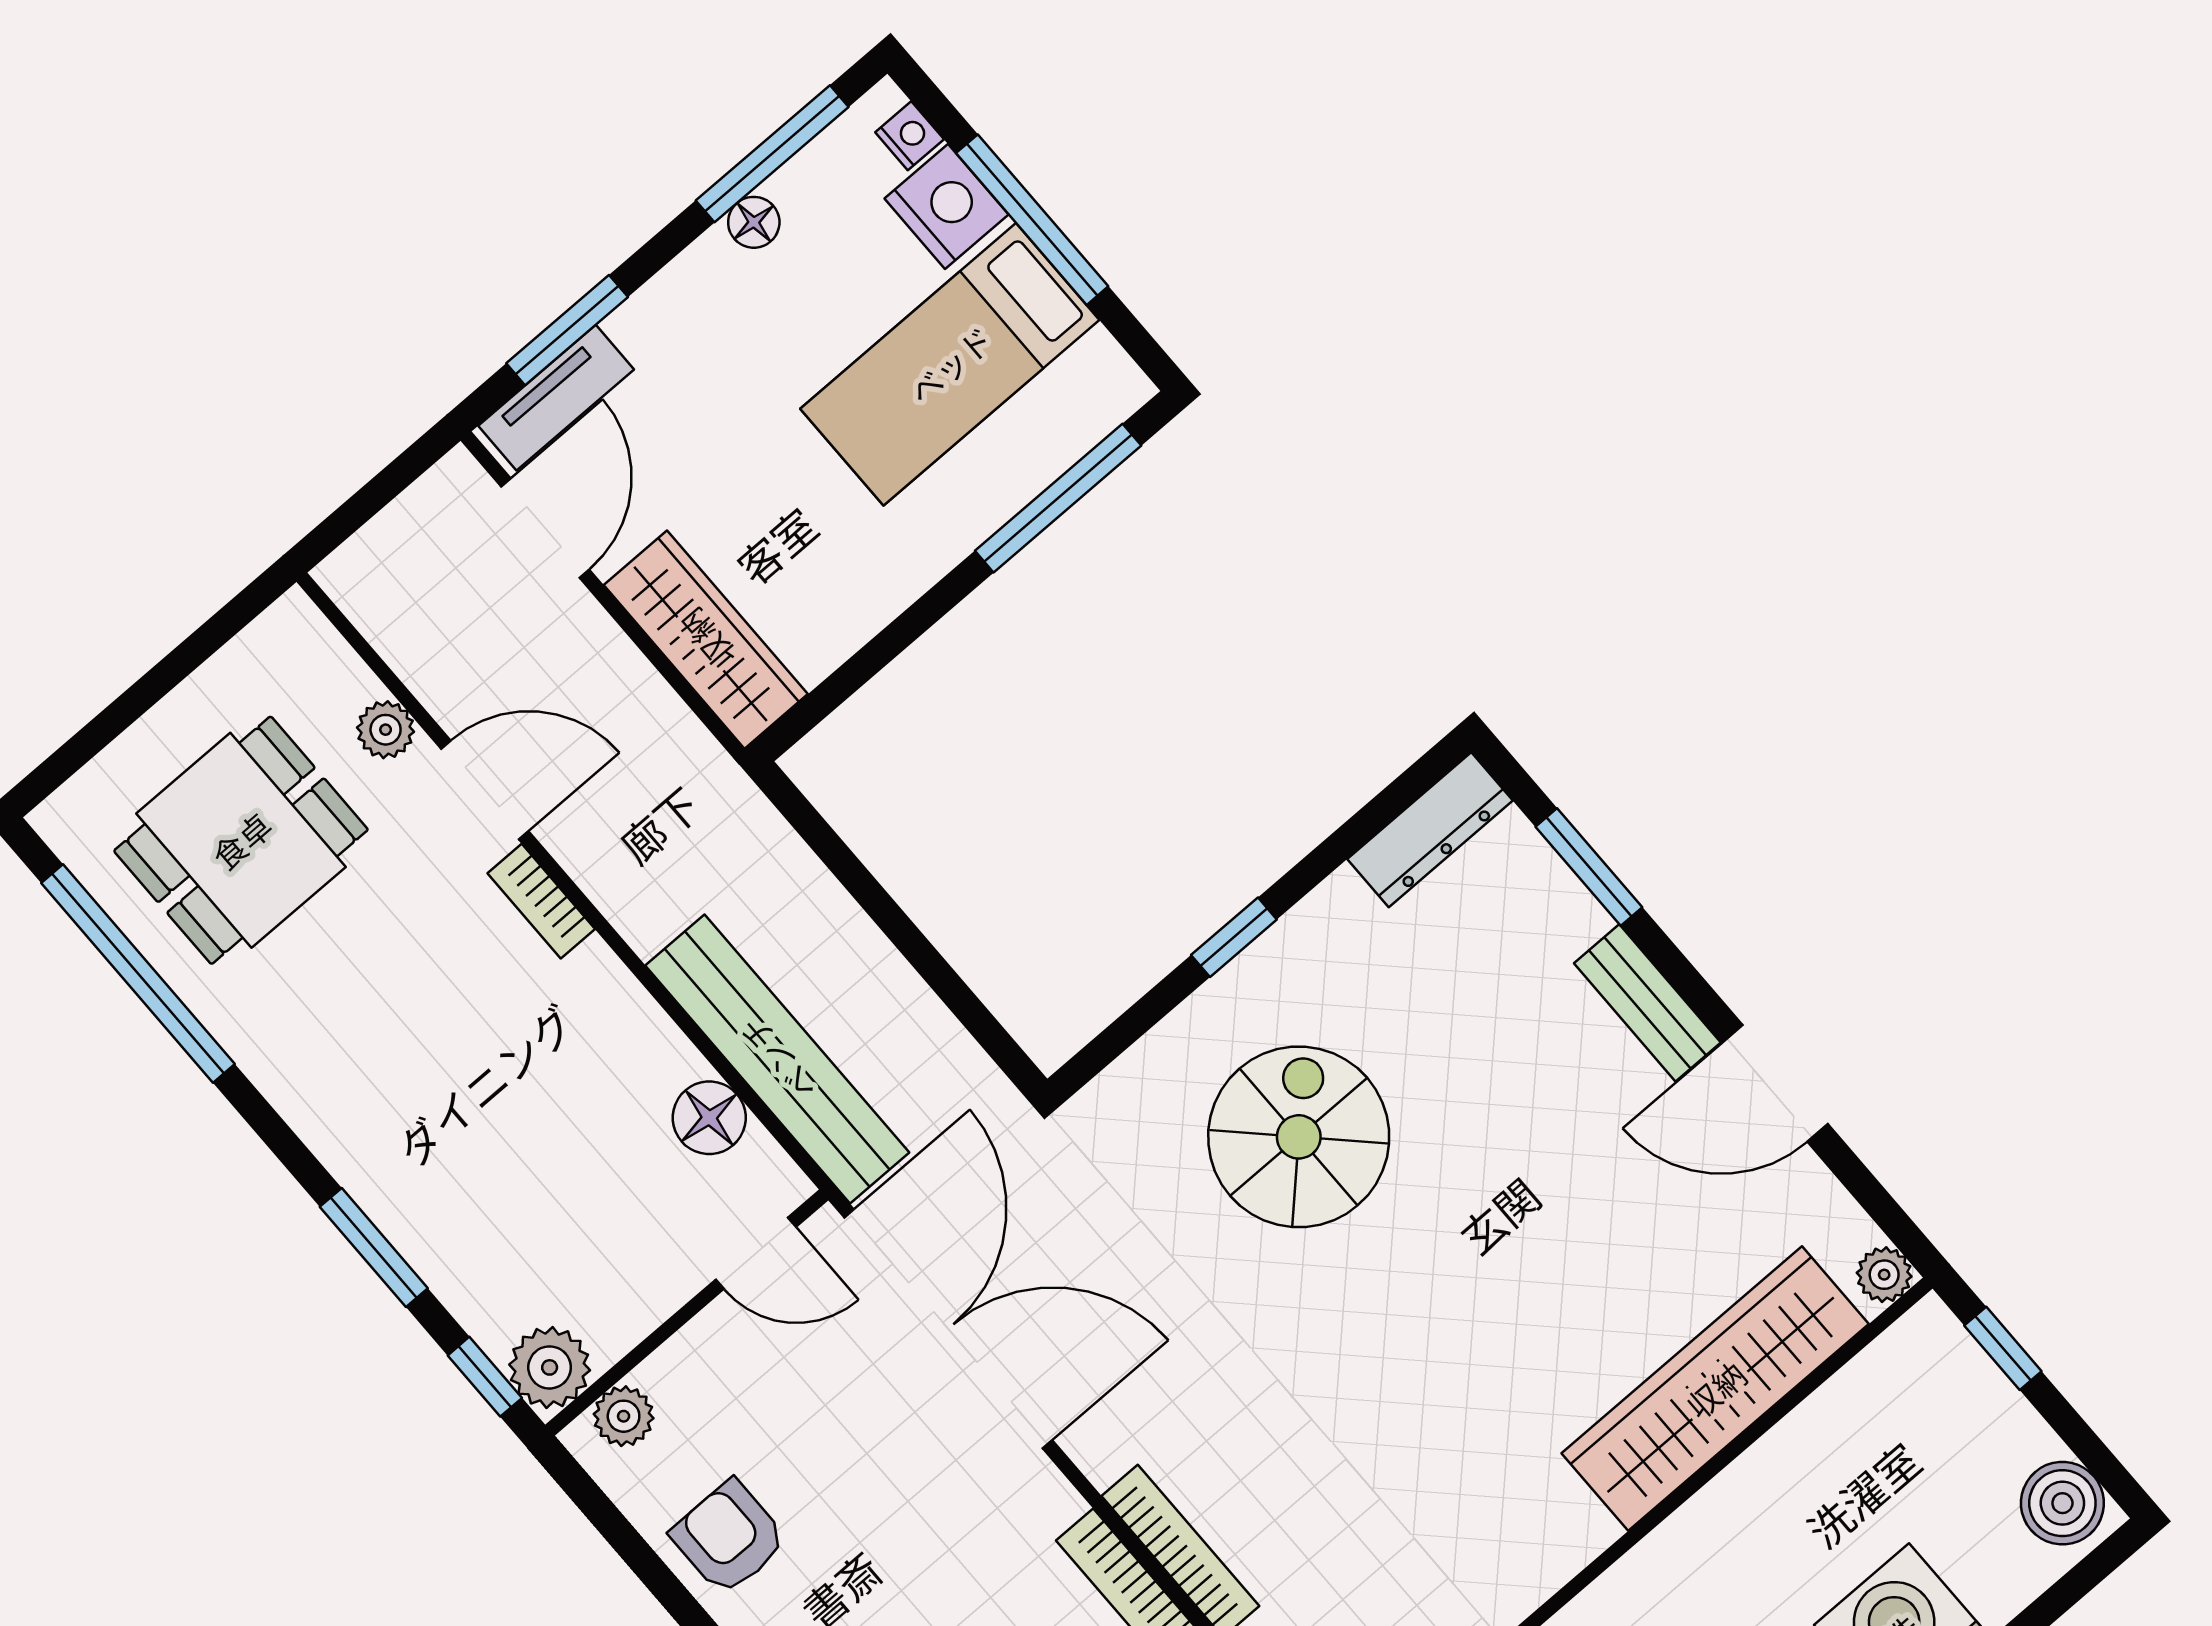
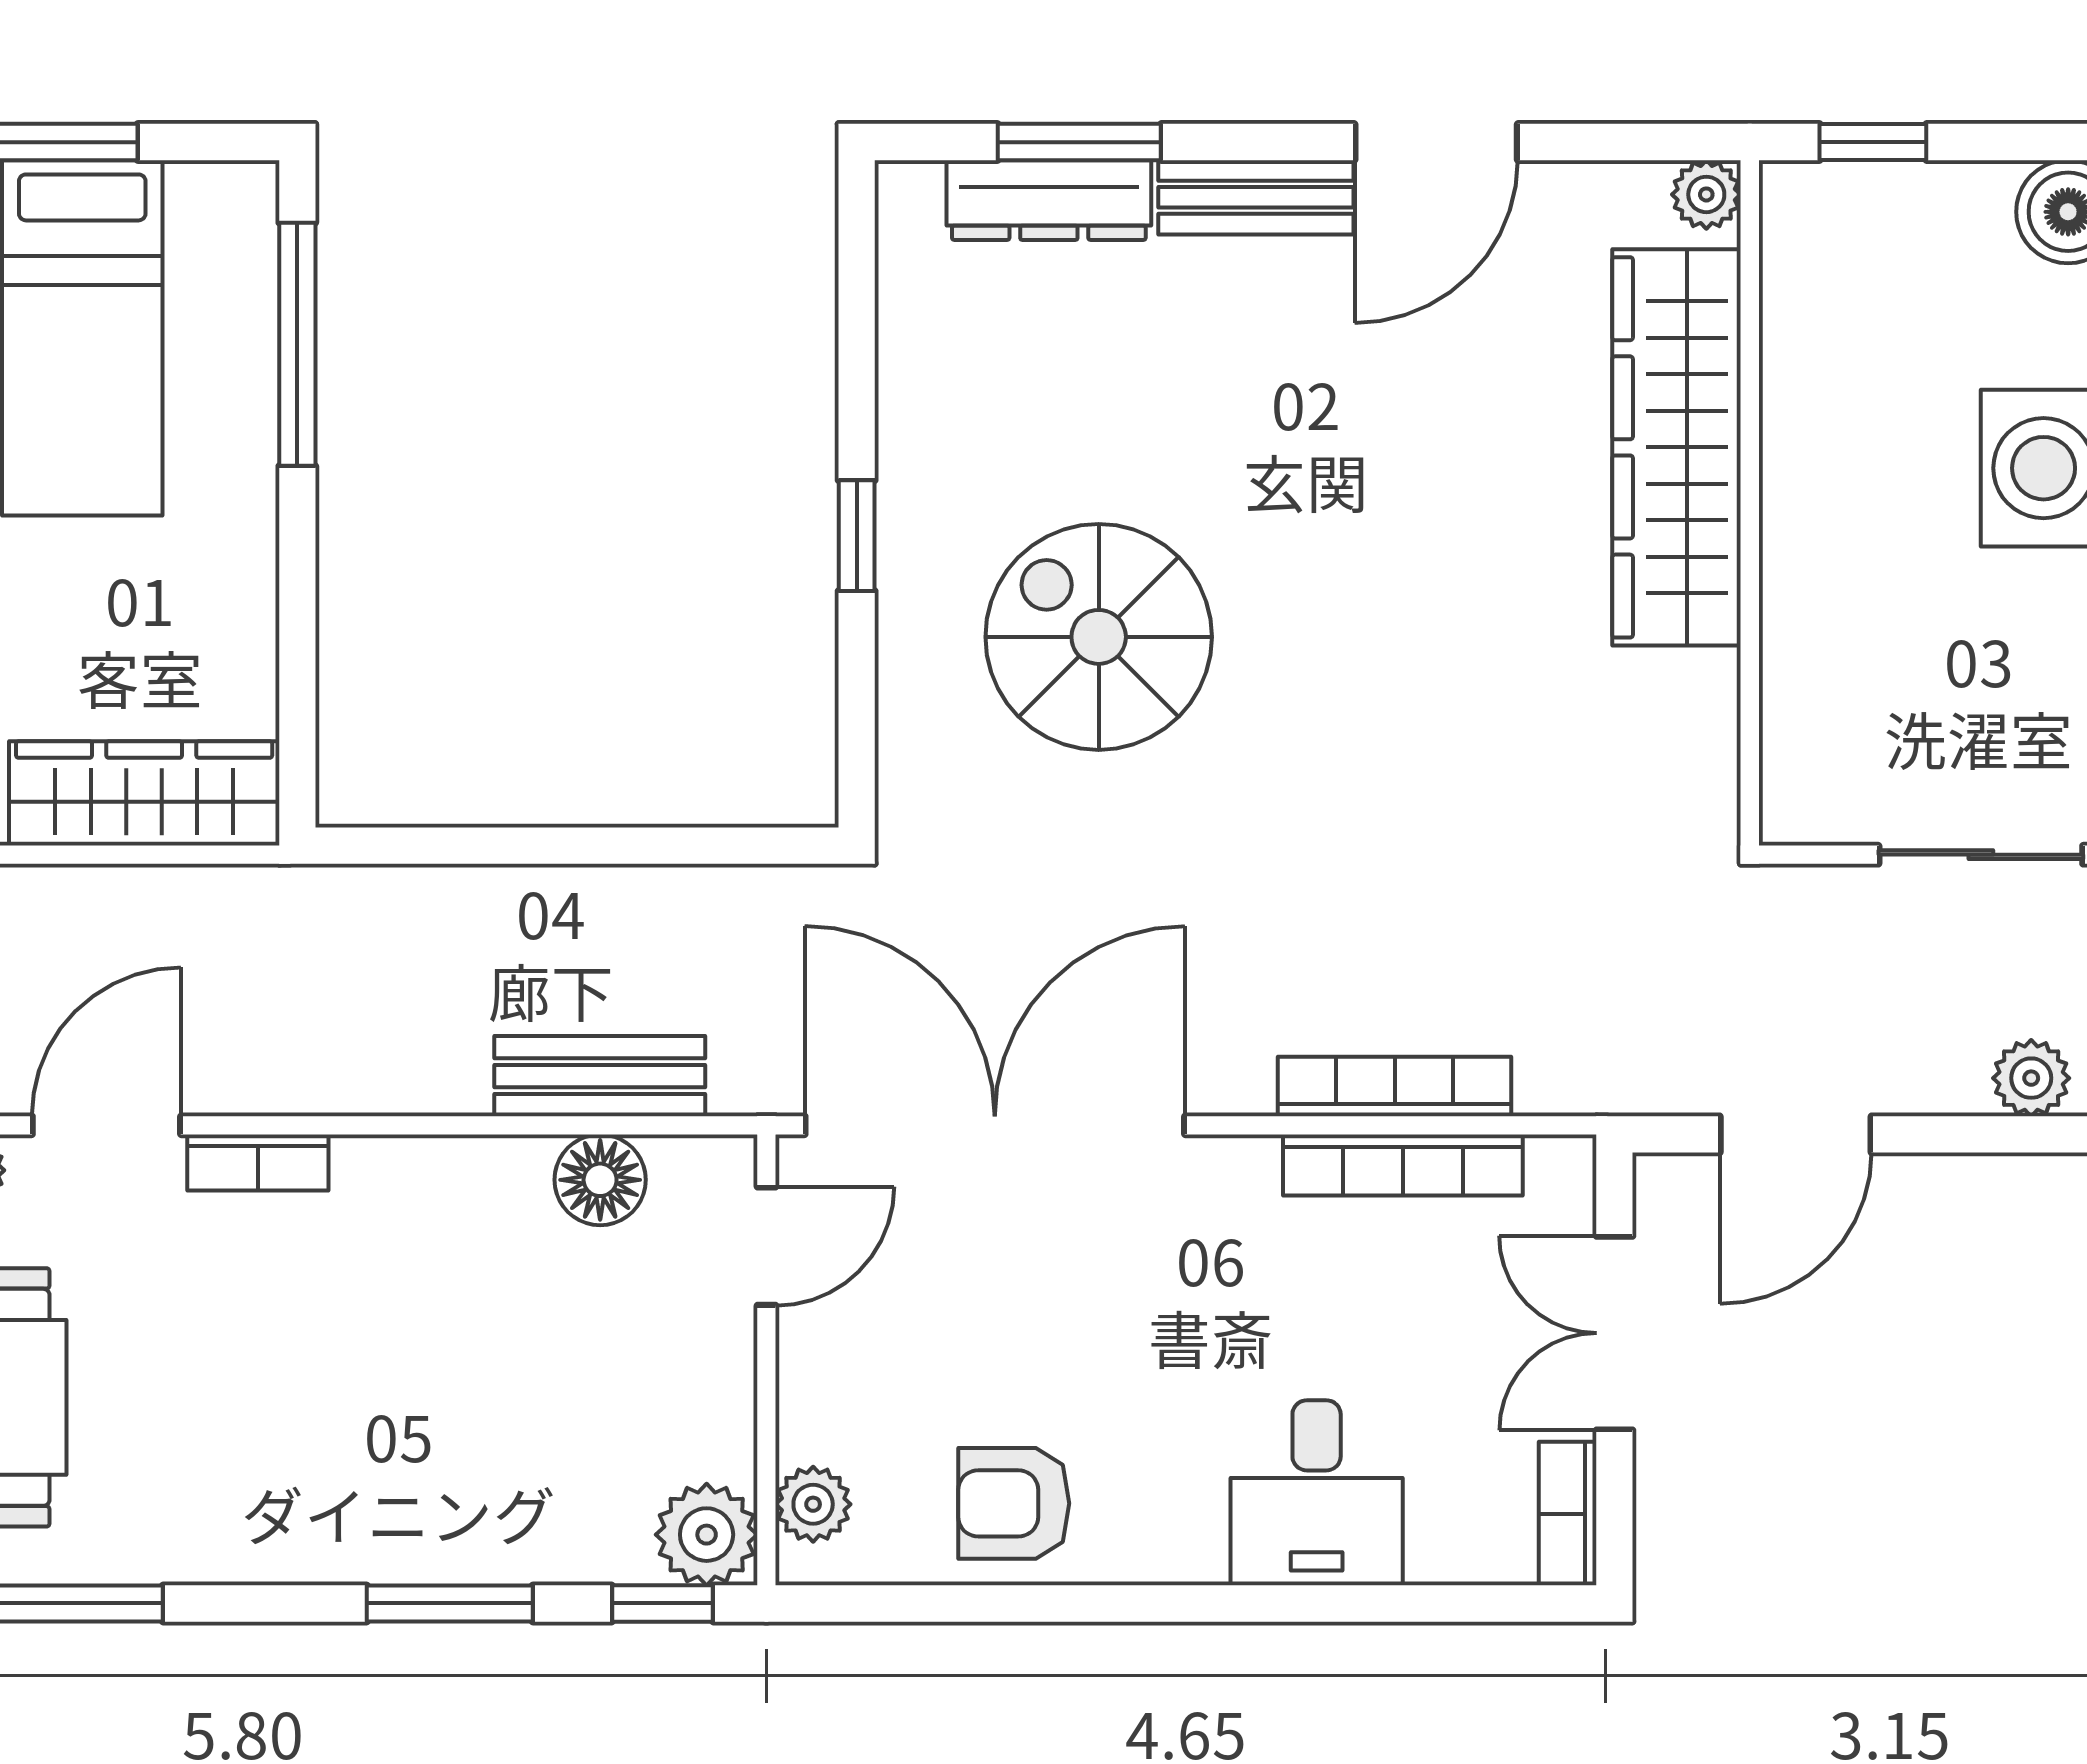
dresser: (1430, 830) -> (1049, 200), moved, turned 90
bench: (777, 1059) -> (600, 1076), width x0.54, depth x0.82

